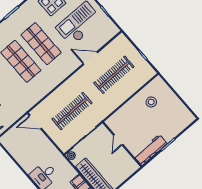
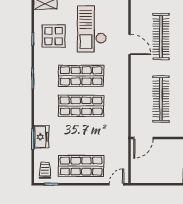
door: (90, 58) -> (129, 45), swing flipped

